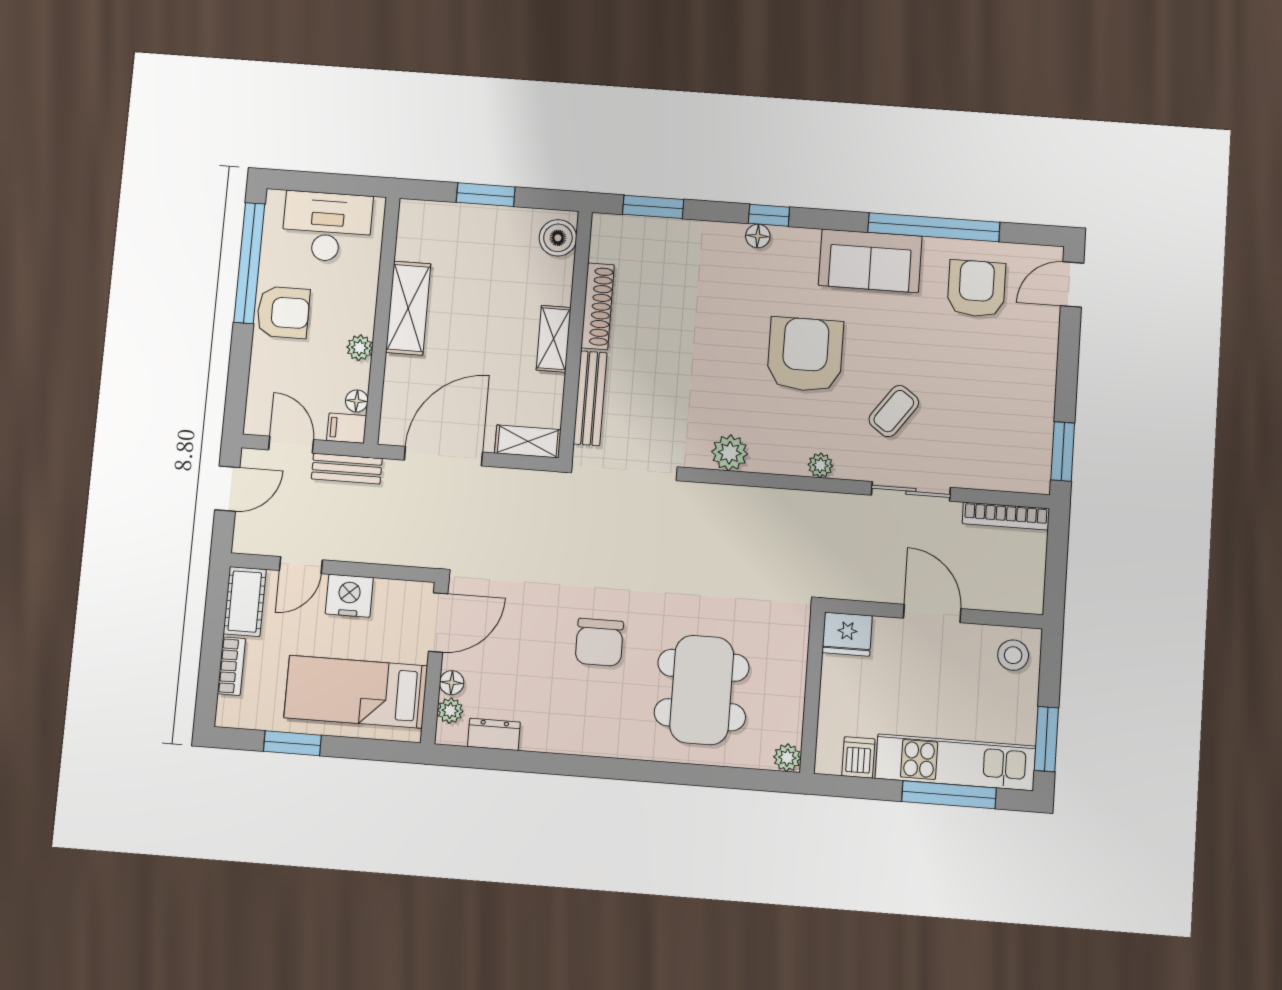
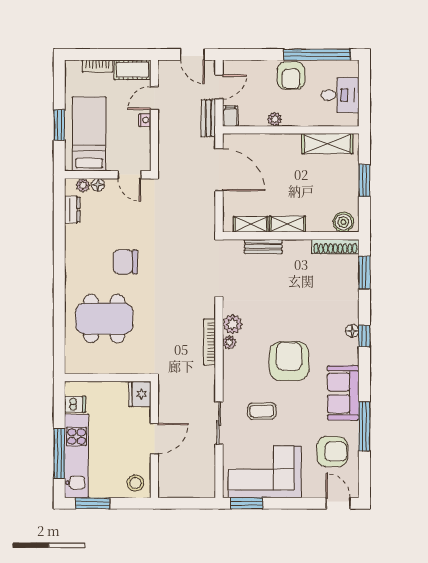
desk: (327, 227) -> (340, 95), width x0.73
window: (934, 227) -> (364, 426), width x0.68
shoe rack: (598, 306) -> (335, 247), moved
shelving: (408, 308) -> (327, 144), moved
armchair: (805, 355) -> (289, 361), turned -90
bench: (590, 398) -> (263, 247), width x0.73
floor lamp: (357, 401) -> (245, 120), removed
coffee table: (894, 411) -> (262, 411), turned -37
corner sofa: (1006, 414) -> (265, 472), added
shelving: (528, 441) -> (251, 224), moved, turned 90
plant: (820, 465) -> (229, 342), moved
bookcase: (1006, 516) -> (209, 342), moved
door: (301, 565) -> (154, 98), hinge flipped
nightstand: (349, 596) -> (145, 120), width x0.53, depth x0.56
door: (438, 622) -> (129, 175), width x0.73
window: (292, 743) -> (59, 125), moved
plant: (787, 758) -> (72, 367), removed

